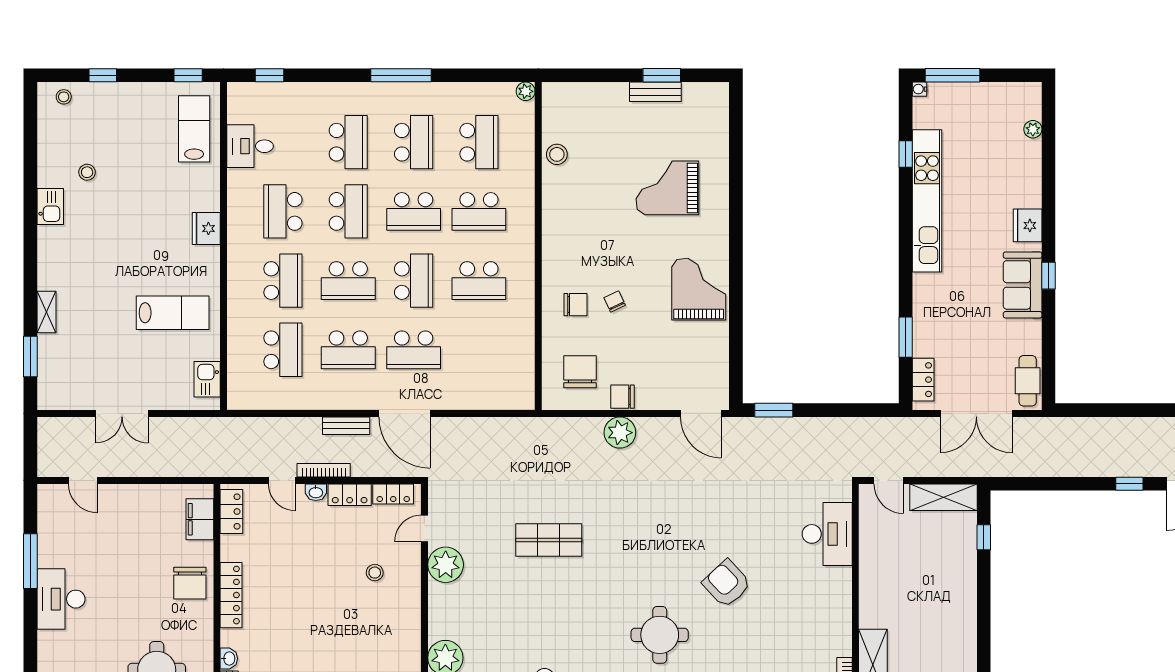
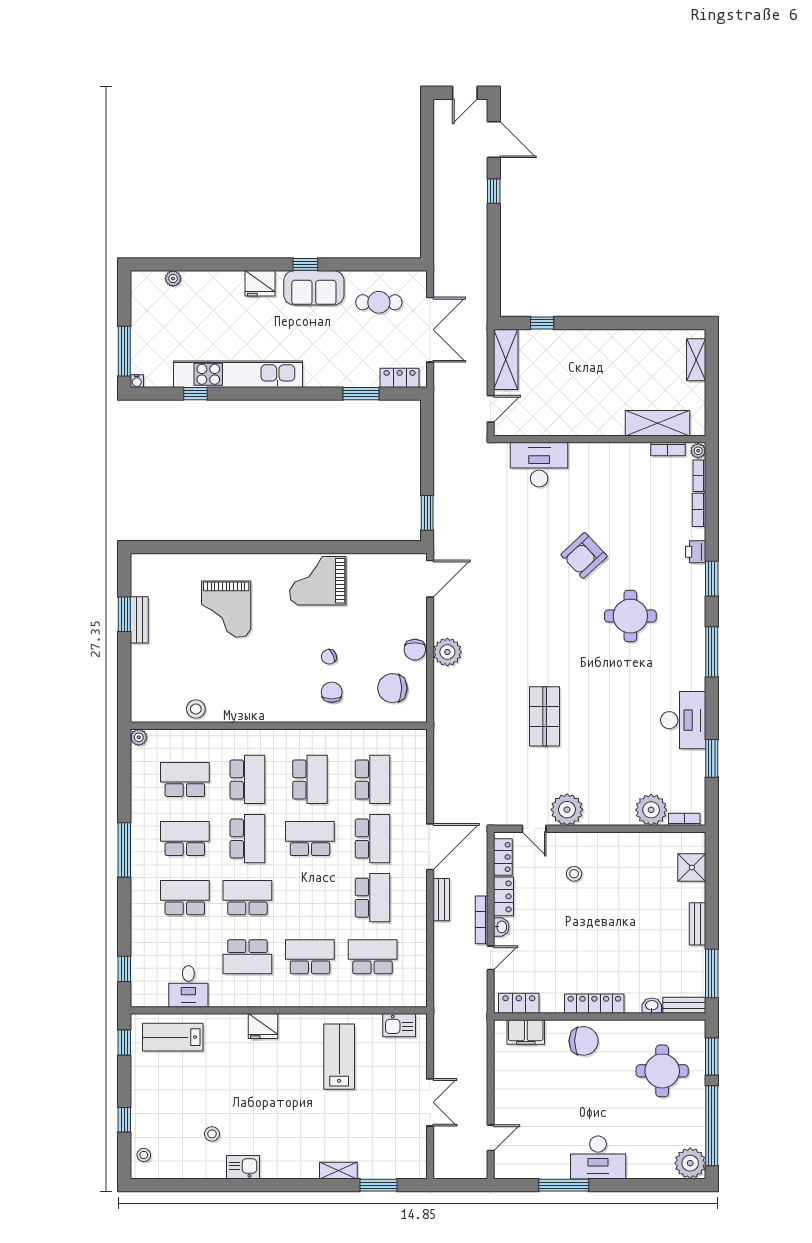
school desk: (348, 281) -> (373, 779), moved
cafe table: (1028, 381) -> (379, 302), moved

